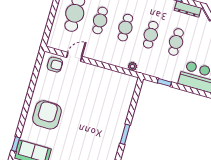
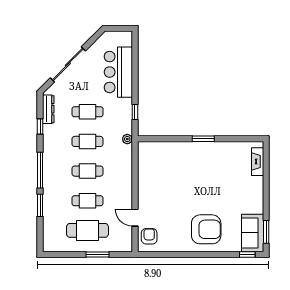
window: (52, 16) -> (98, 254), added
plant: (132, 66) -> (127, 139), moved
armchair: (47, 115) -> (206, 229), turned 180

